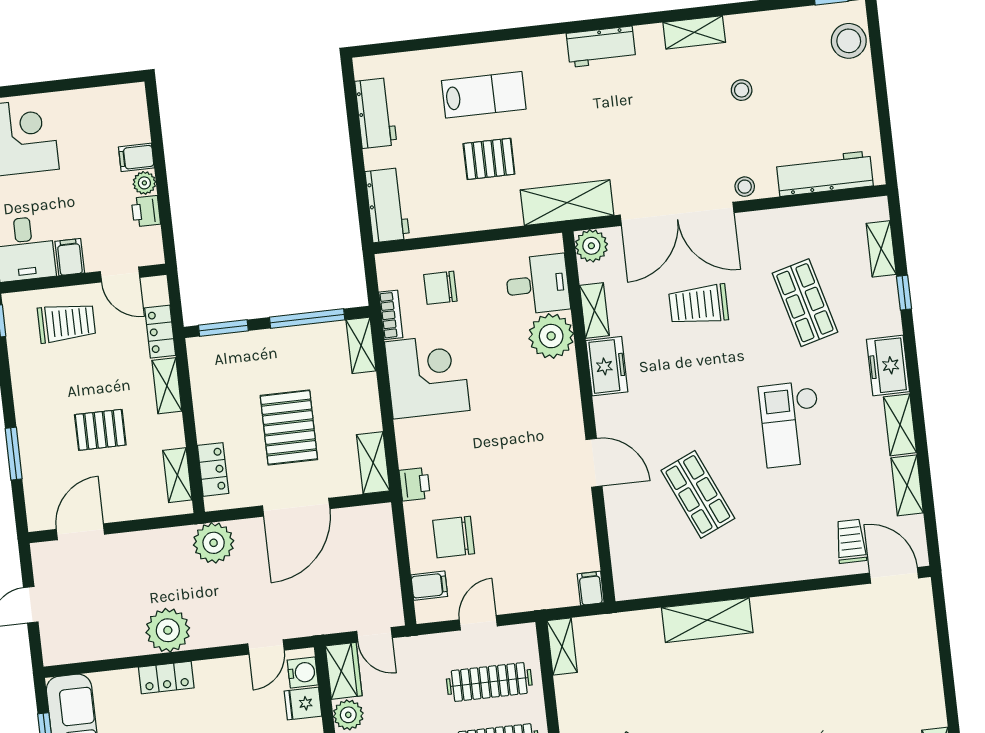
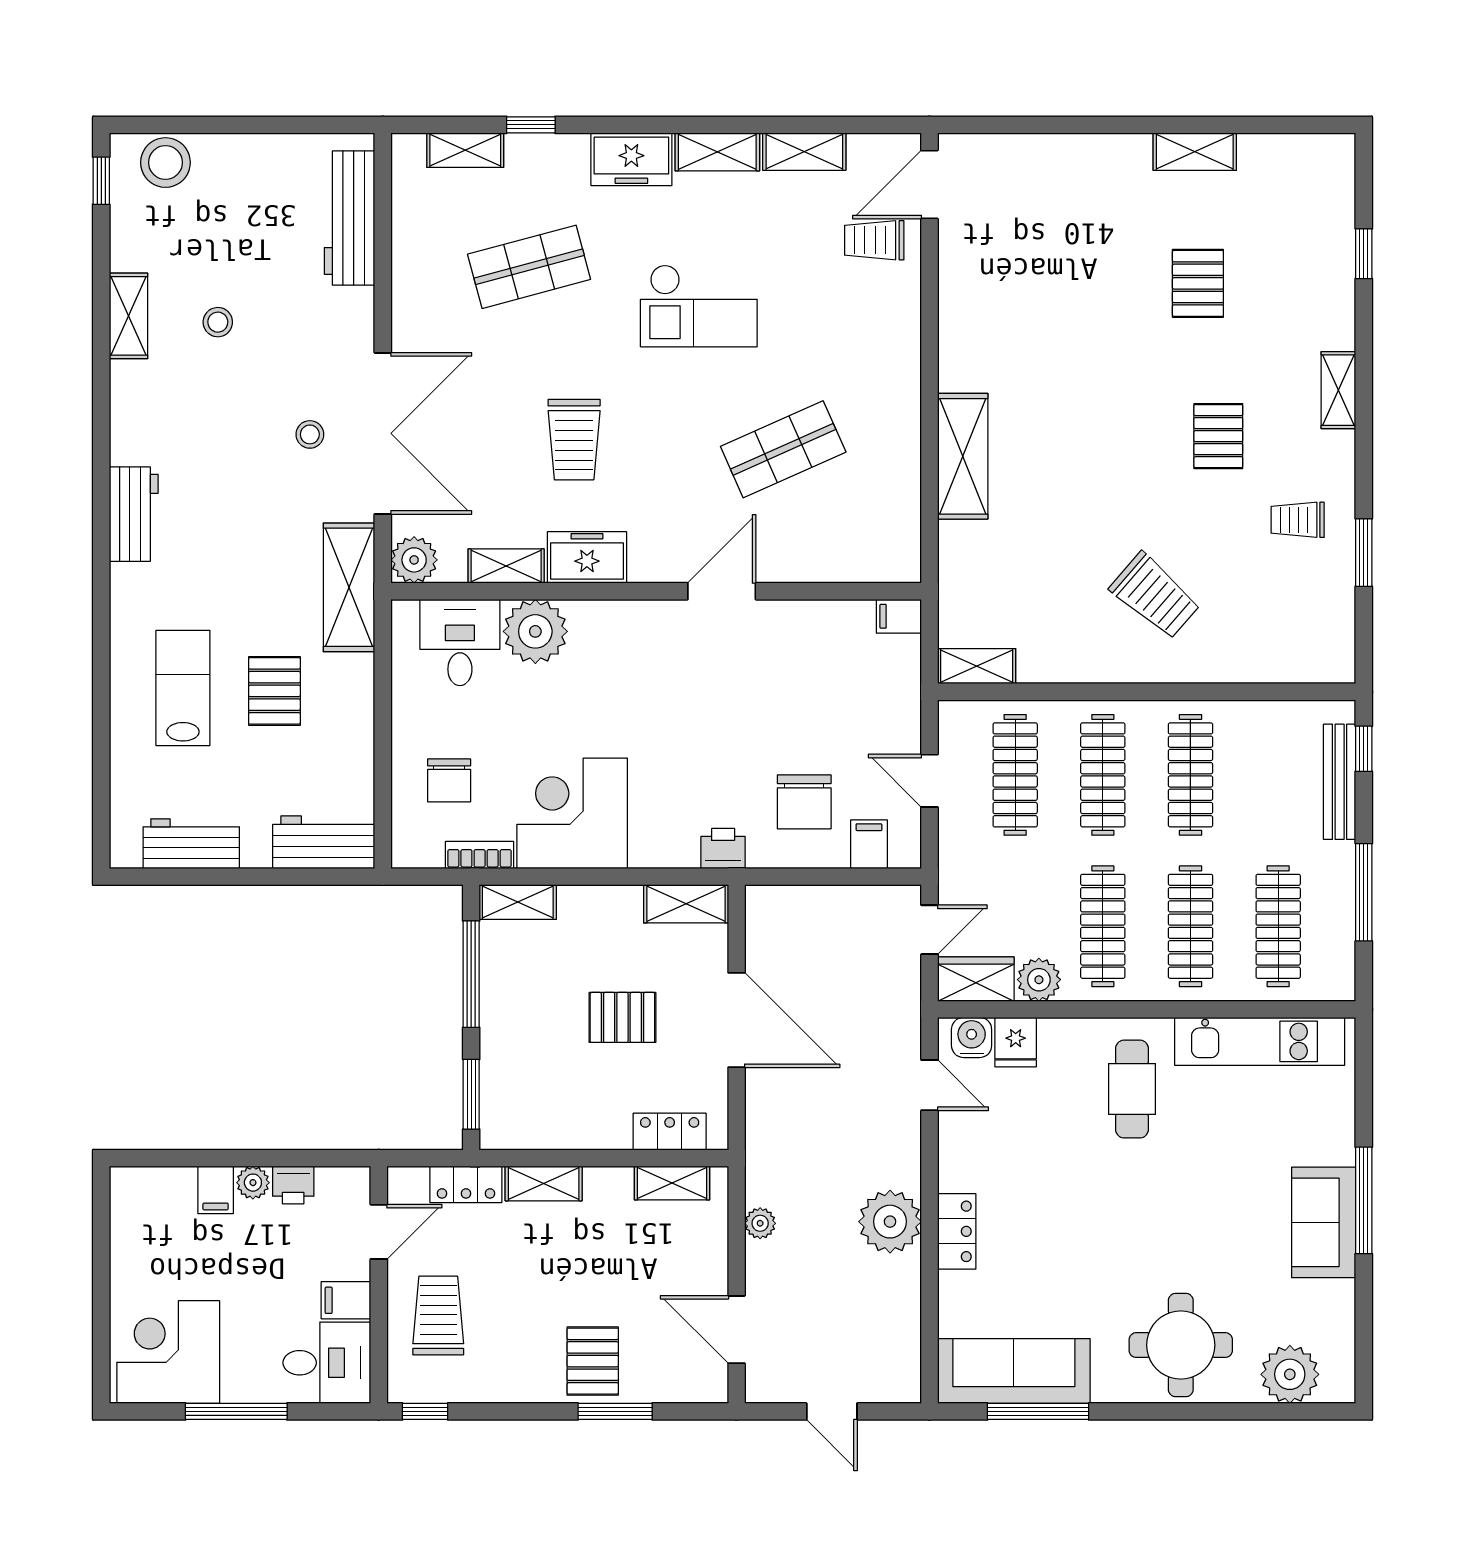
shelving: (694, 32) -> (129, 316), moved
stool: (745, 187) -> (310, 434), moved
trolley: (699, 305) -> (574, 440), moved
pallet: (289, 427) -> (622, 1017), width x0.67, depth x0.71
pallet: (100, 430) -> (593, 1361), moved
plant: (214, 543) -> (760, 1223), moved, width x0.53, depth x0.53

